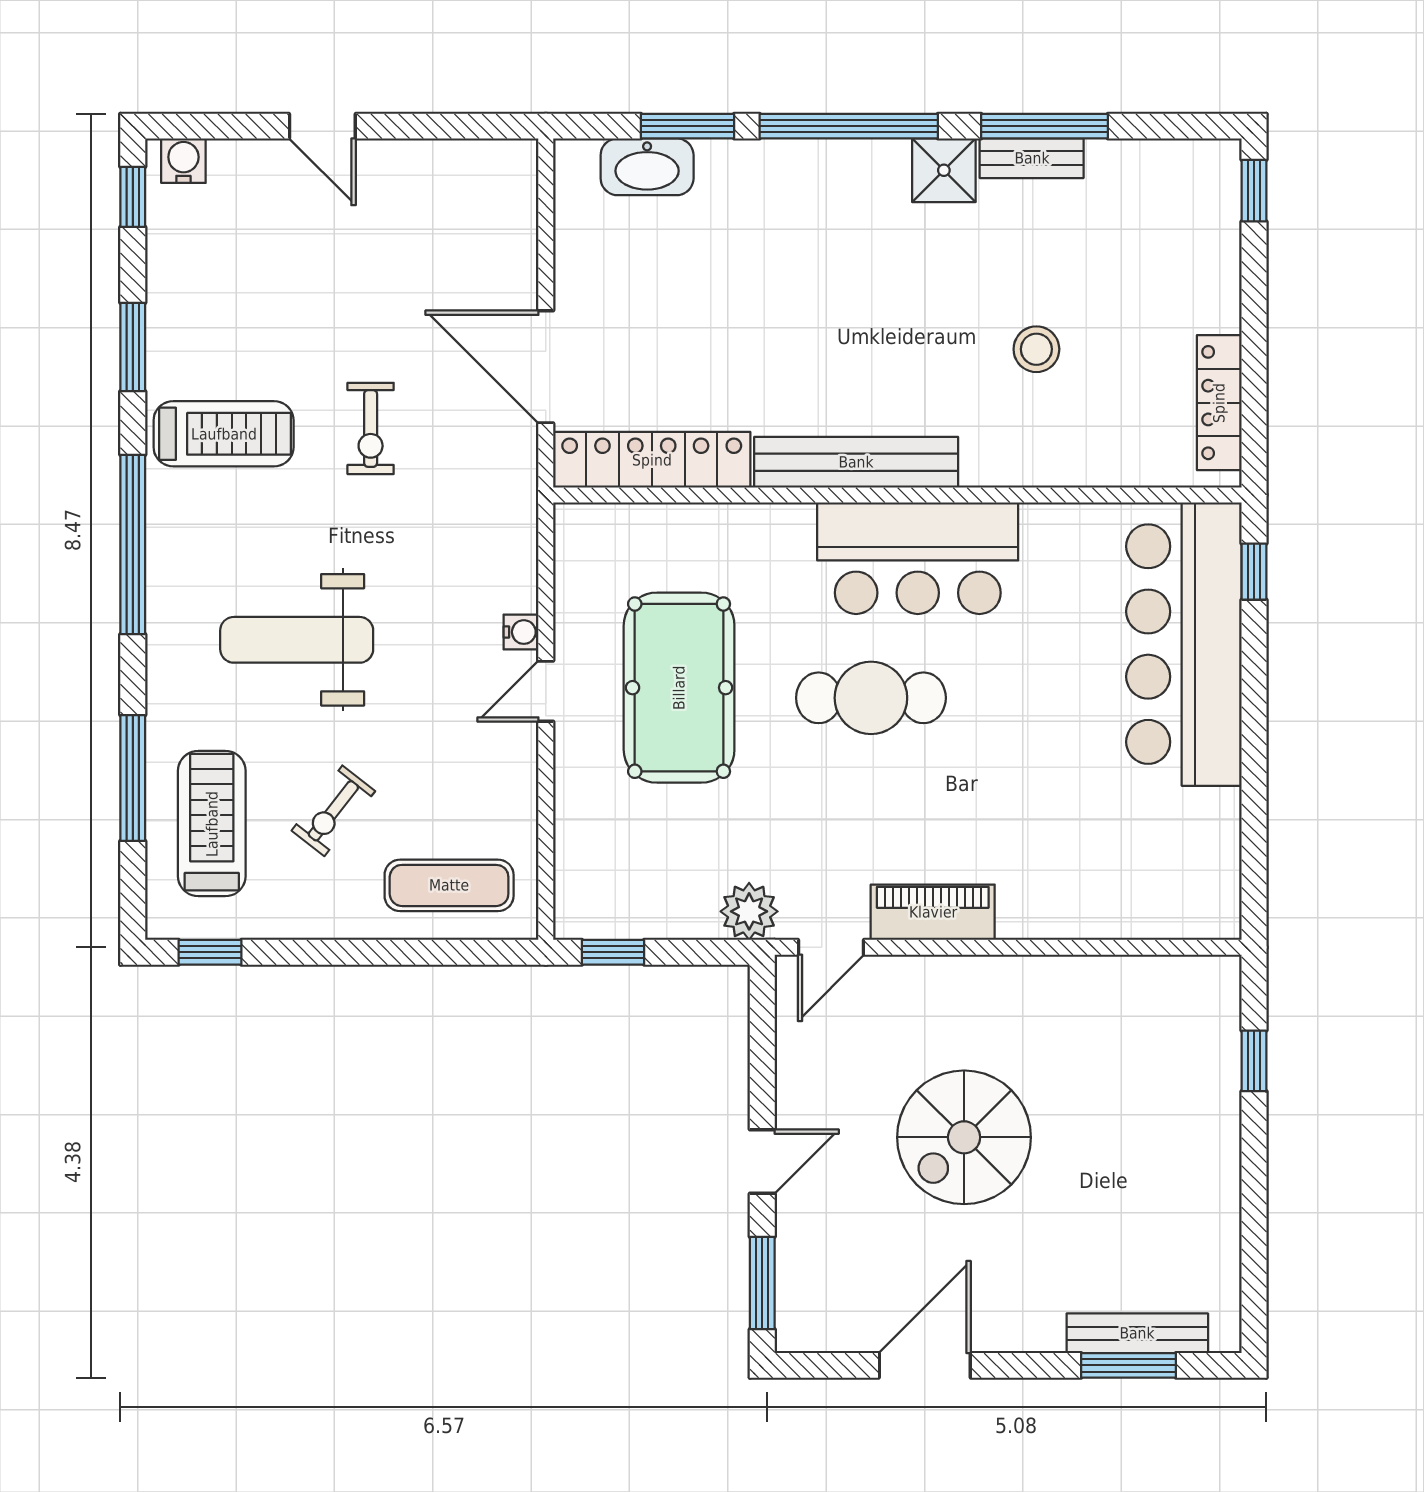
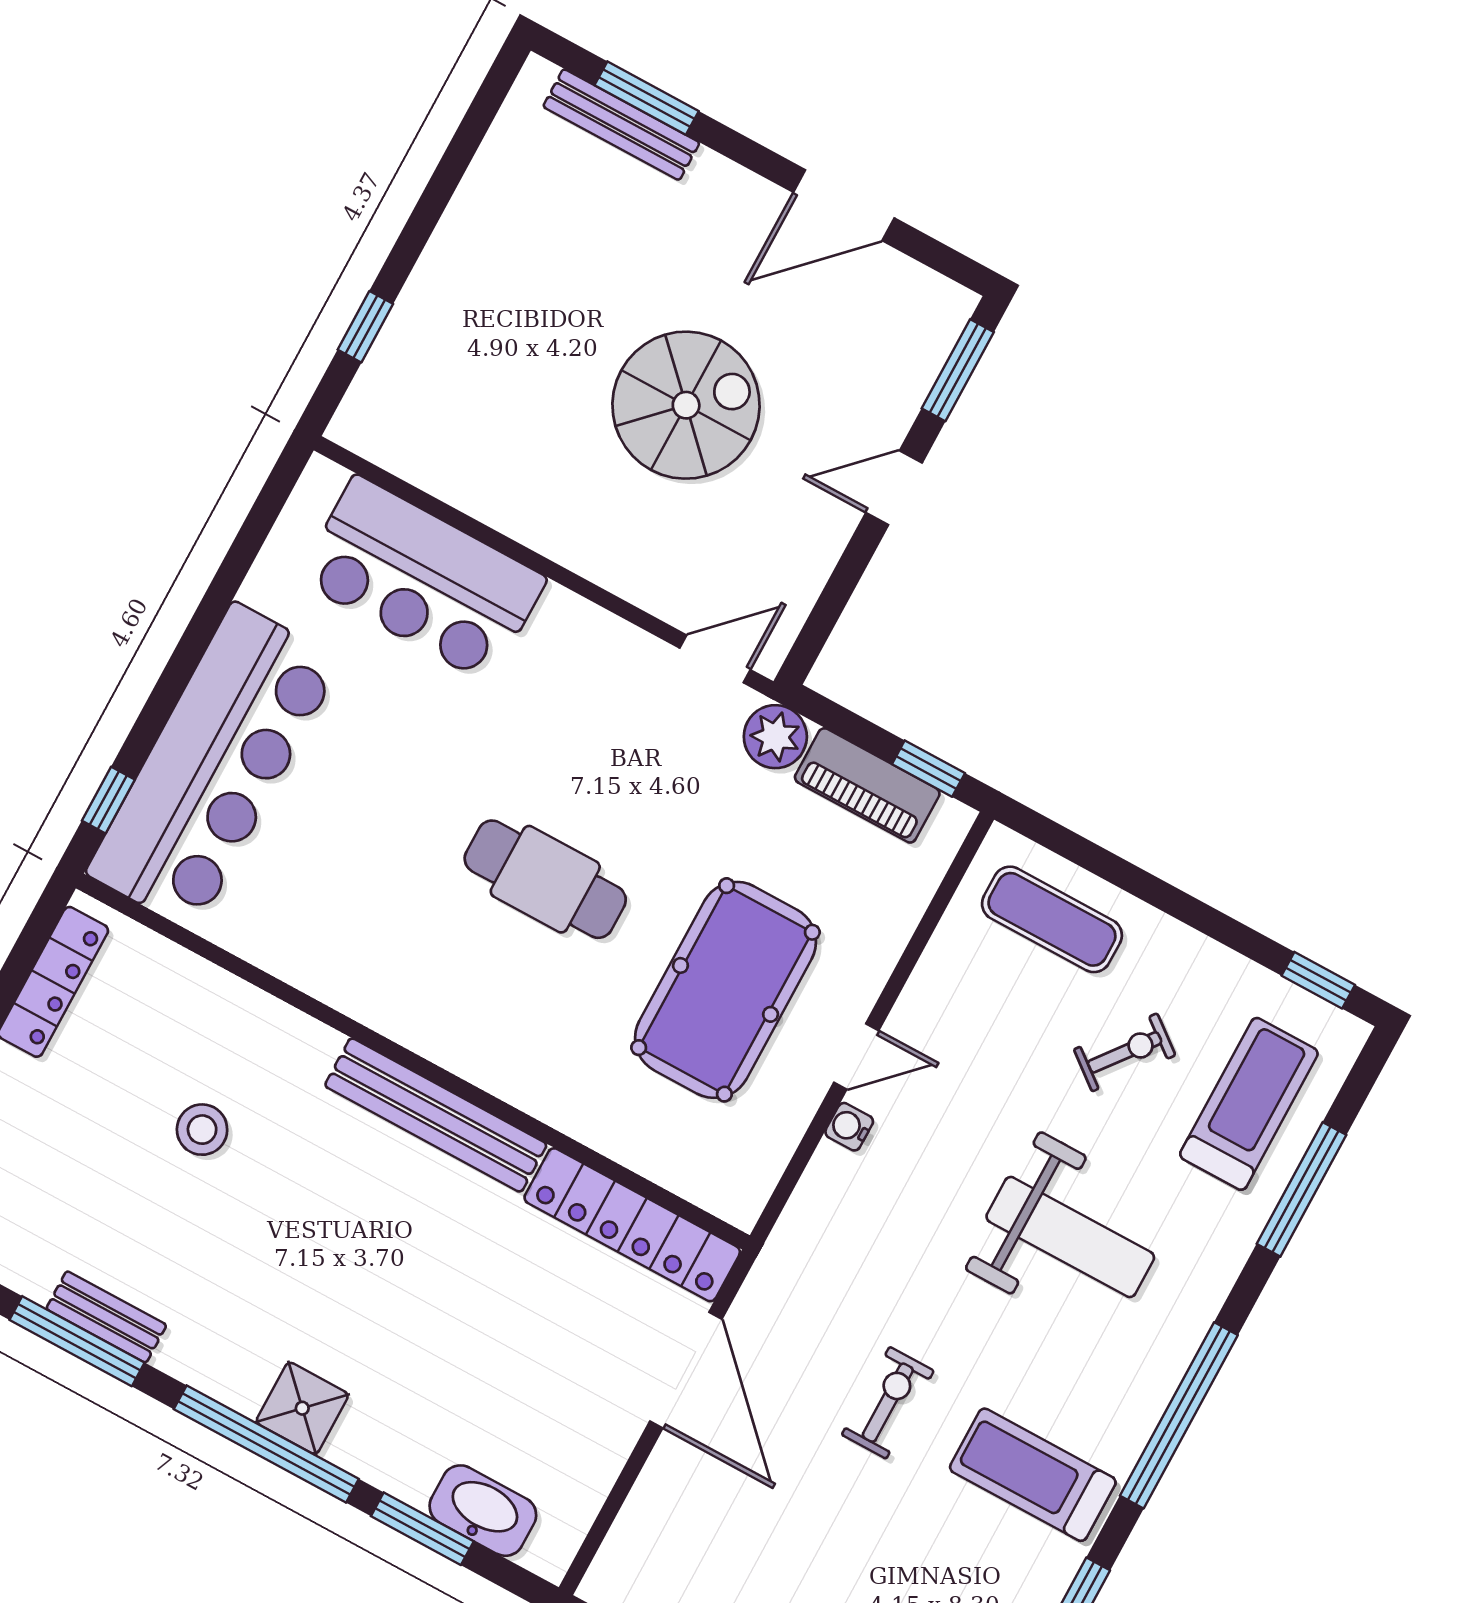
shower: (944, 170) -> (302, 1408), moved
bar counter: (918, 558) -> (422, 579), moved, turned 180
treadmill: (212, 824) -> (1249, 1104), turned 180
piano: (933, 912) -> (867, 785), moved

